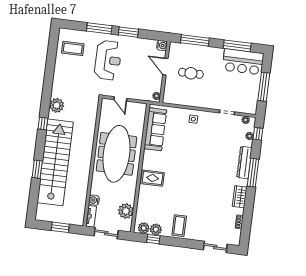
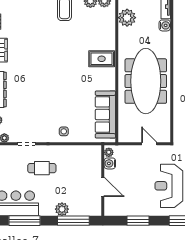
window: (128, 32) -> (138, 221), moved
water cooler: (162, 45) -> (110, 163), moved
plant: (203, 52) -> (62, 209), added
cafe table: (191, 73) -> (42, 168), moved

